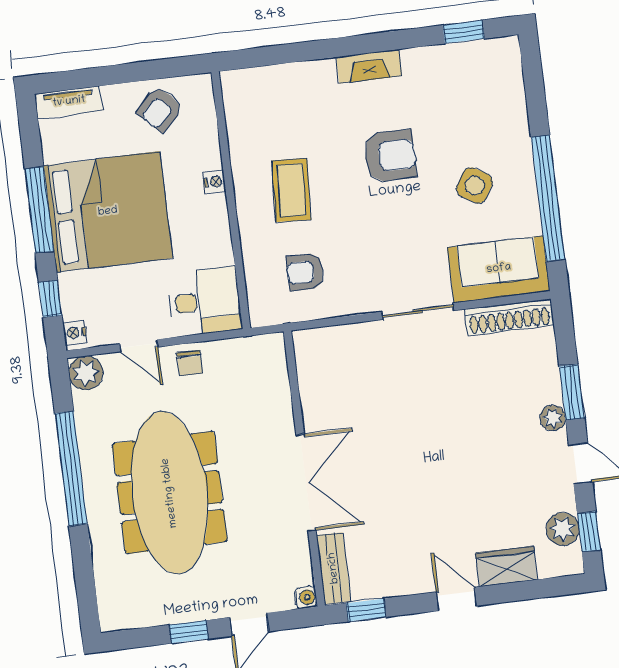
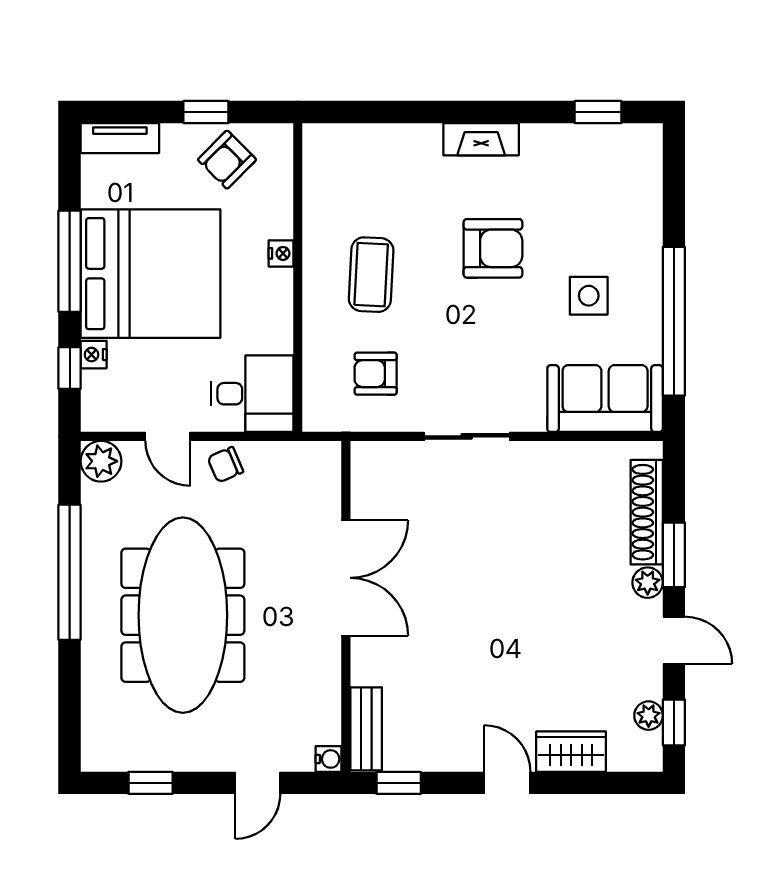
window: (138, 72) -> (206, 112), added
side table: (475, 185) -> (589, 296), turned -31
sliding door: (418, 311) -> (467, 436), moved
shoe rack: (509, 317) -> (647, 512), moved, turned 90
nightstand: (75, 333) -> (94, 355), moved
chair: (190, 363) -> (225, 465), turned 67
double door: (306, 483) -> (346, 578), moved
plant: (563, 529) -> (649, 716), width x0.73, depth x0.73
window: (189, 632) -> (151, 783), moved

